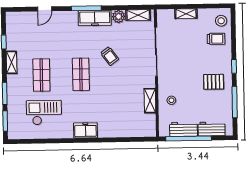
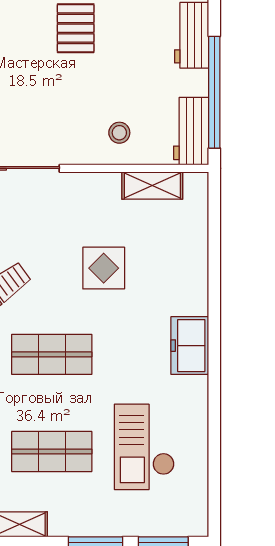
display table: (116, 95) -> (104, 268), added
shelving: (150, 101) -> (152, 186), moved
workbench: (183, 129) -> (191, 131), moved

